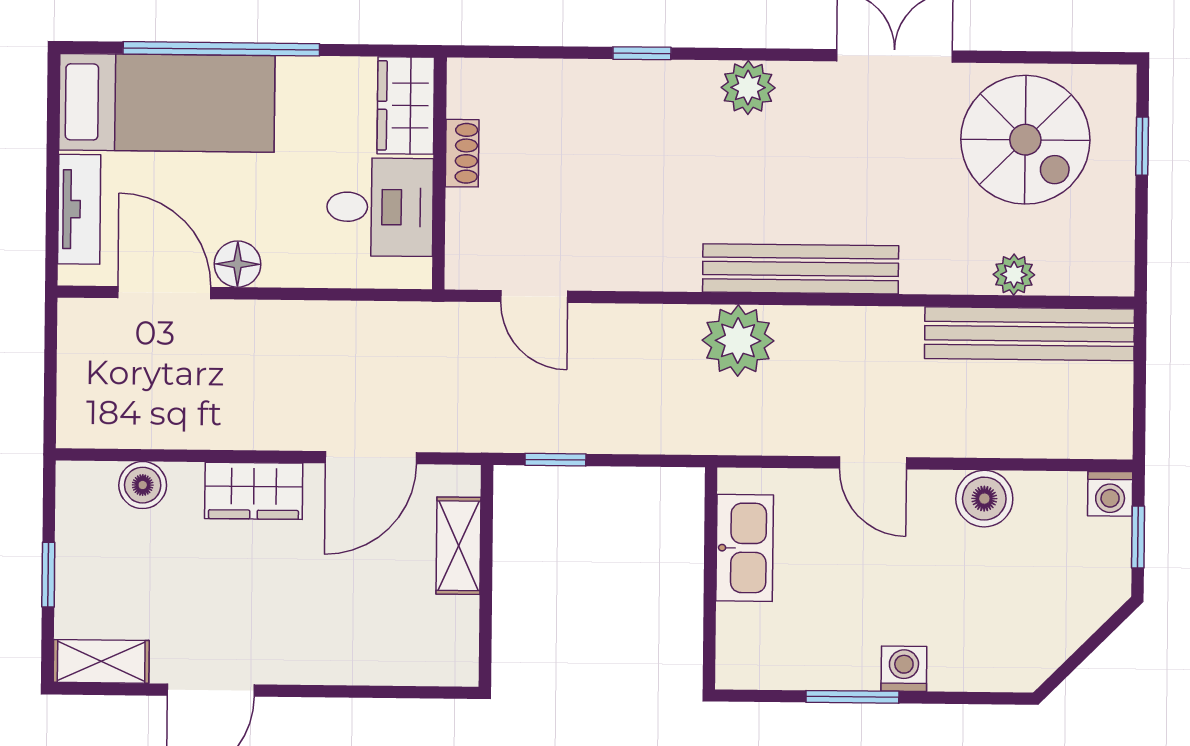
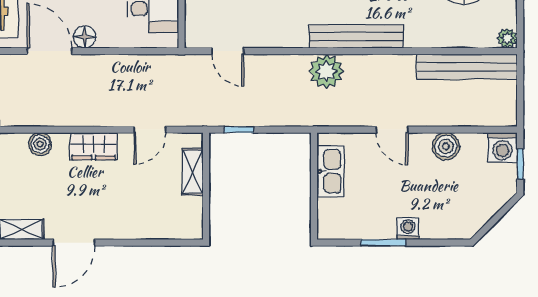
plant: (1014, 275) -> (507, 38), moved
door: (371, 458) -> (150, 130), width x0.73
washing machine: (1110, 494) -> (502, 147), width x1.38, depth x1.38

